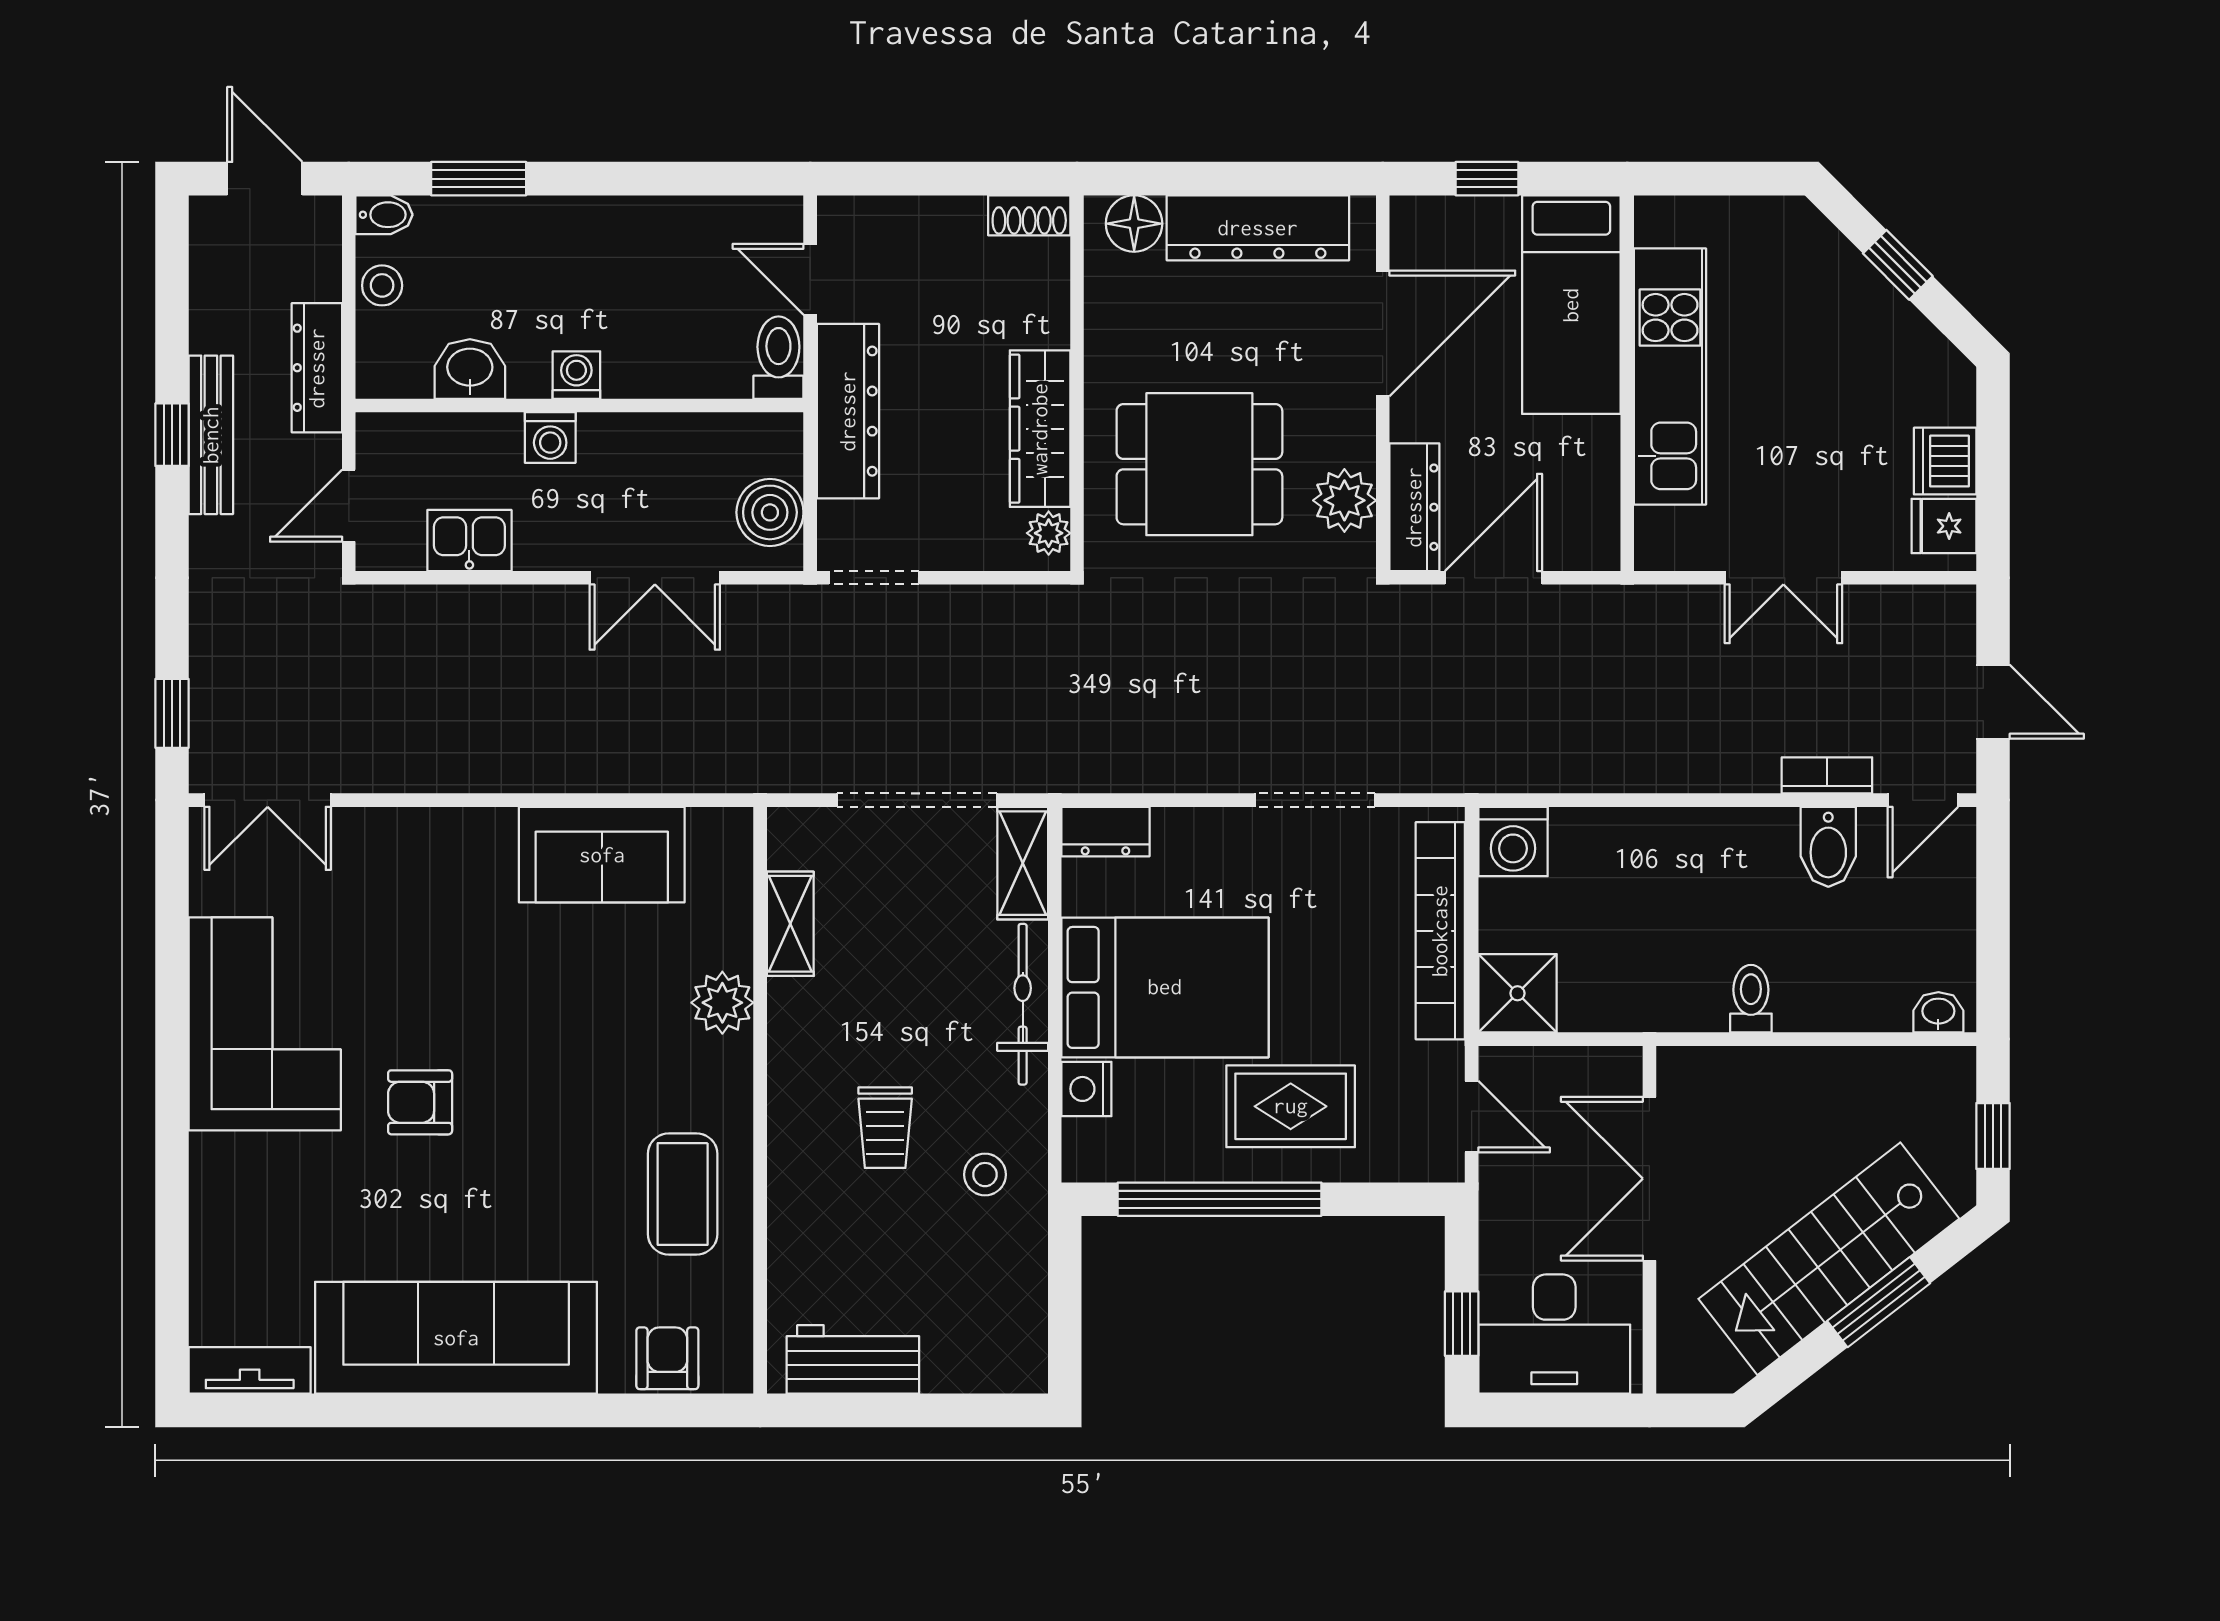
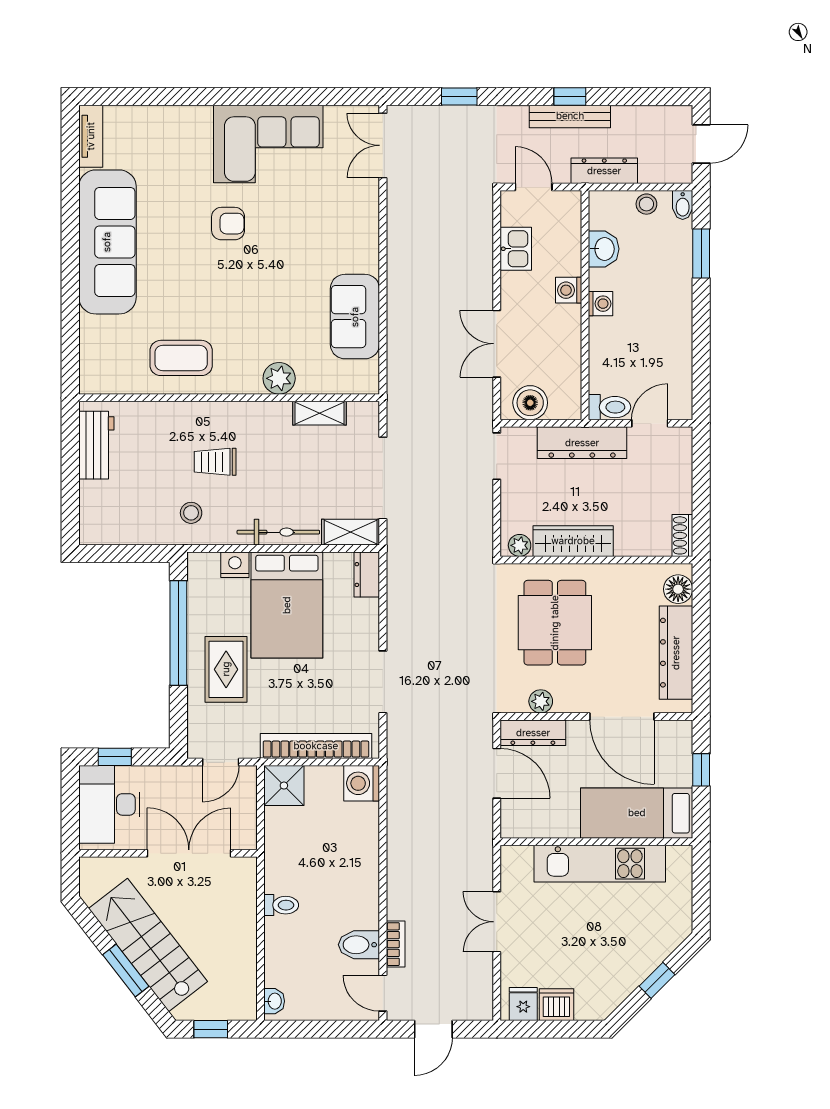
plant: (1344, 500) -> (541, 701), width x0.73, depth x0.73
window: (172, 713) -> (459, 97), moved
armchair: (420, 1102) -> (228, 224), turned 90
armchair: (667, 1358) -> (97, 350), removed

